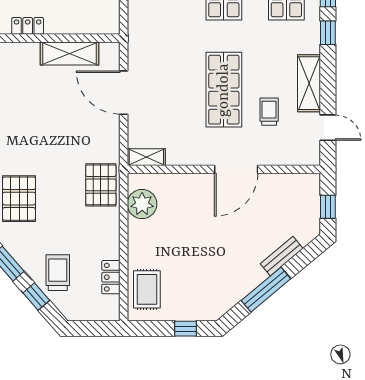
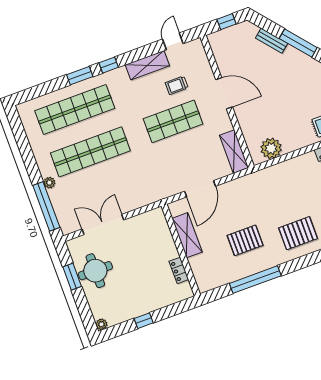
shelving: (146, 157) -> (234, 151), width x1.50, depth x1.33
pallet: (101, 185) -> (245, 240), moved

